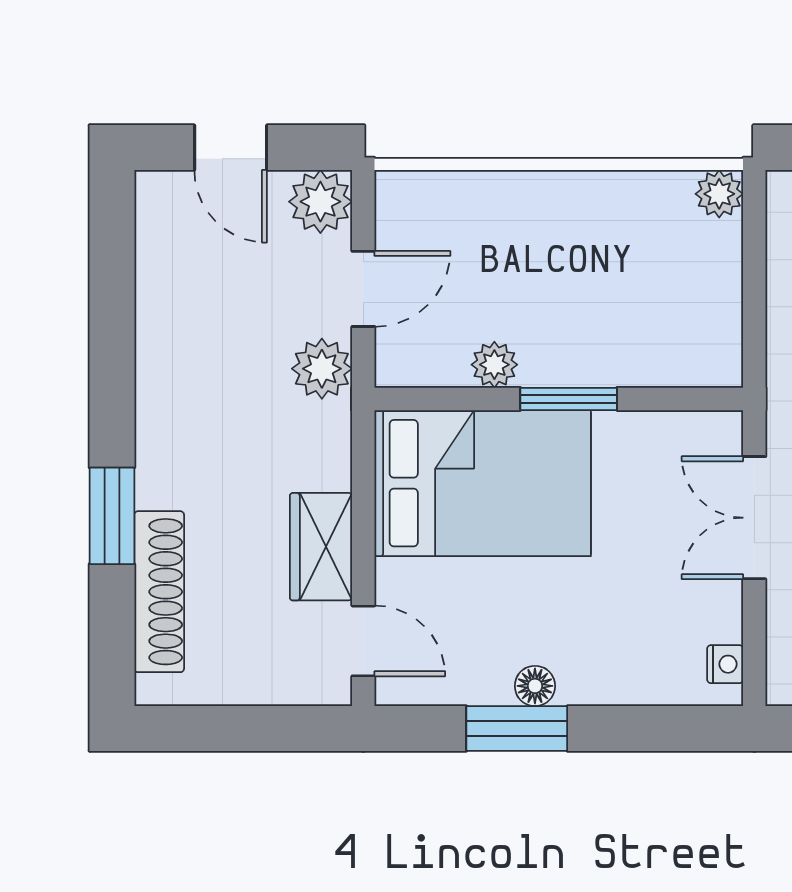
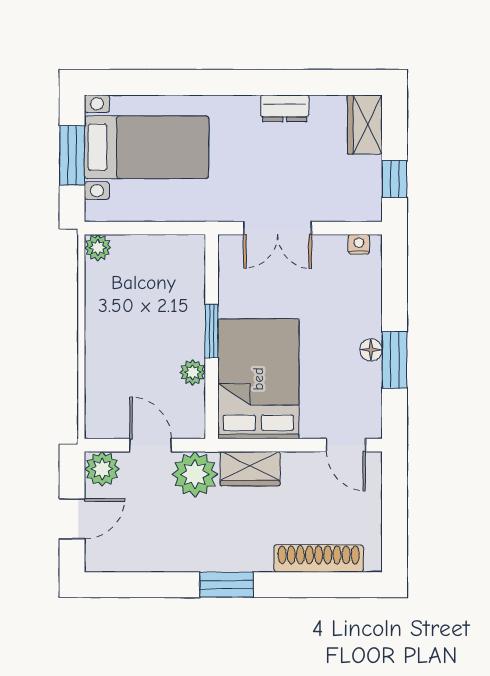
plant: (322, 369) -> (195, 474), width x1.36, depth x1.36
window: (112, 516) -> (227, 585), moved
wardrobe: (321, 547) -> (250, 469), moved
door: (363, 641) -> (346, 445), swing flipped

